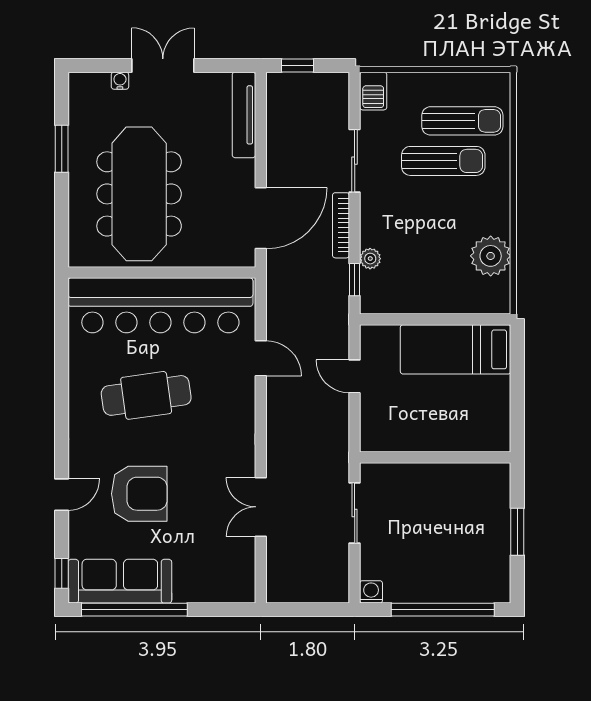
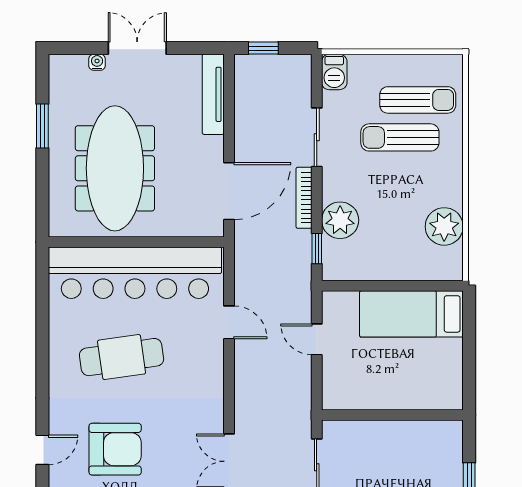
sun lounger: (443, 161) -> (400, 137), turned 180
plant: (370, 259) -> (340, 220), width x1.88, depth x1.88

